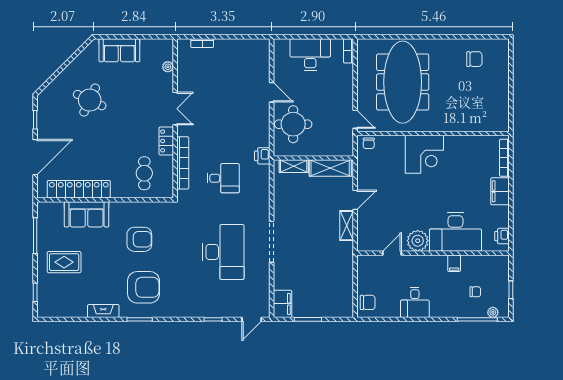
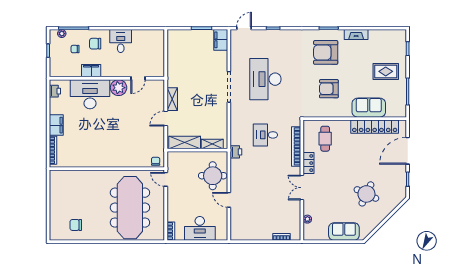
corner desk: (424, 154) -> (113, 153), removed
filing cabinet: (454, 263) -> (91, 71), width x2.00
chair: (368, 302) -> (95, 44), moved

